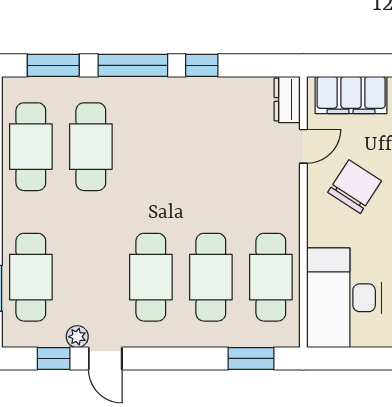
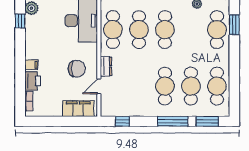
window: (202, 65) -> (122, 121), moved
dresser: (287, 99) -> (106, 66), moved
cafe table: (151, 147) -> (165, 86), added
chair: (355, 187) -> (77, 69), turned -123

